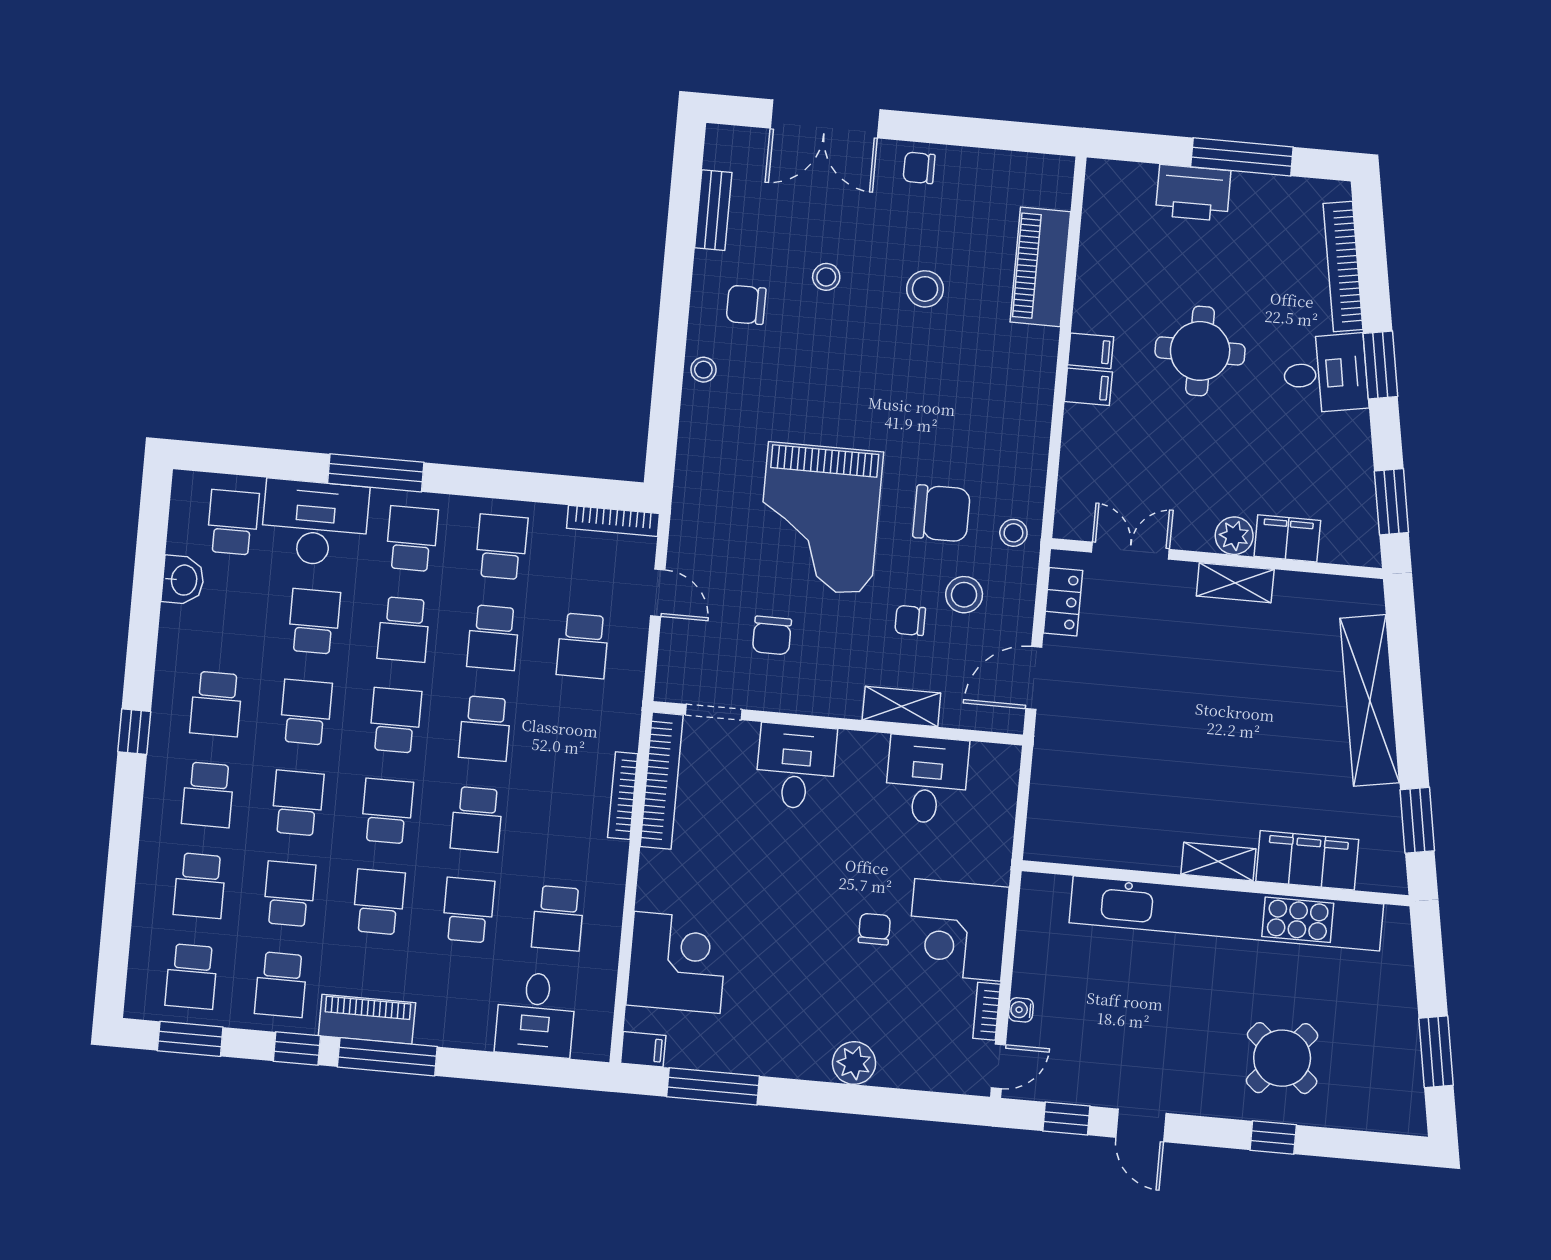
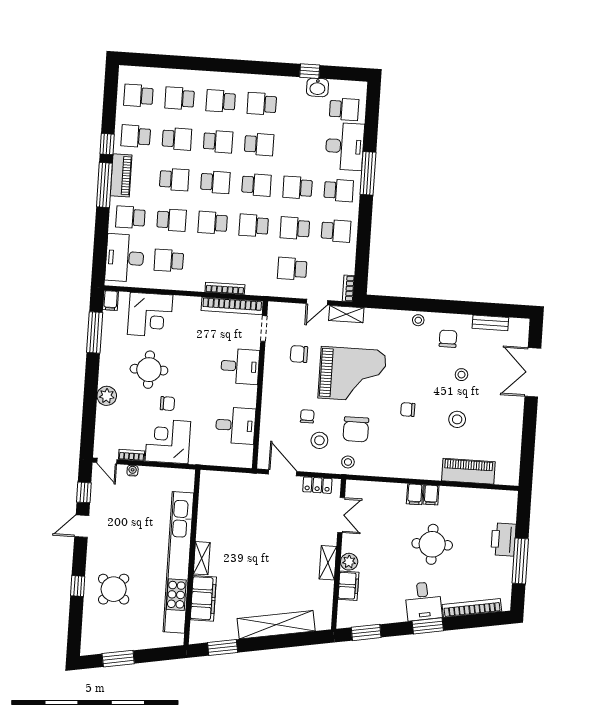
chair: (919, 168) -> (408, 410), moved, turned -90
grand piano: (820, 519) -> (352, 374), turned 180
bookcase: (613, 521) -> (348, 288), width x0.64
school desk: (314, 621) -> (130, 217), moved, turned 180
shelving: (901, 707) -> (346, 314), moved, turned 90
window: (134, 732) -> (310, 71), moved
round table: (798, 968) -> (149, 370), added
desk: (536, 1014) -> (125, 258), width x1.37
window: (190, 1039) -> (110, 96), removed

